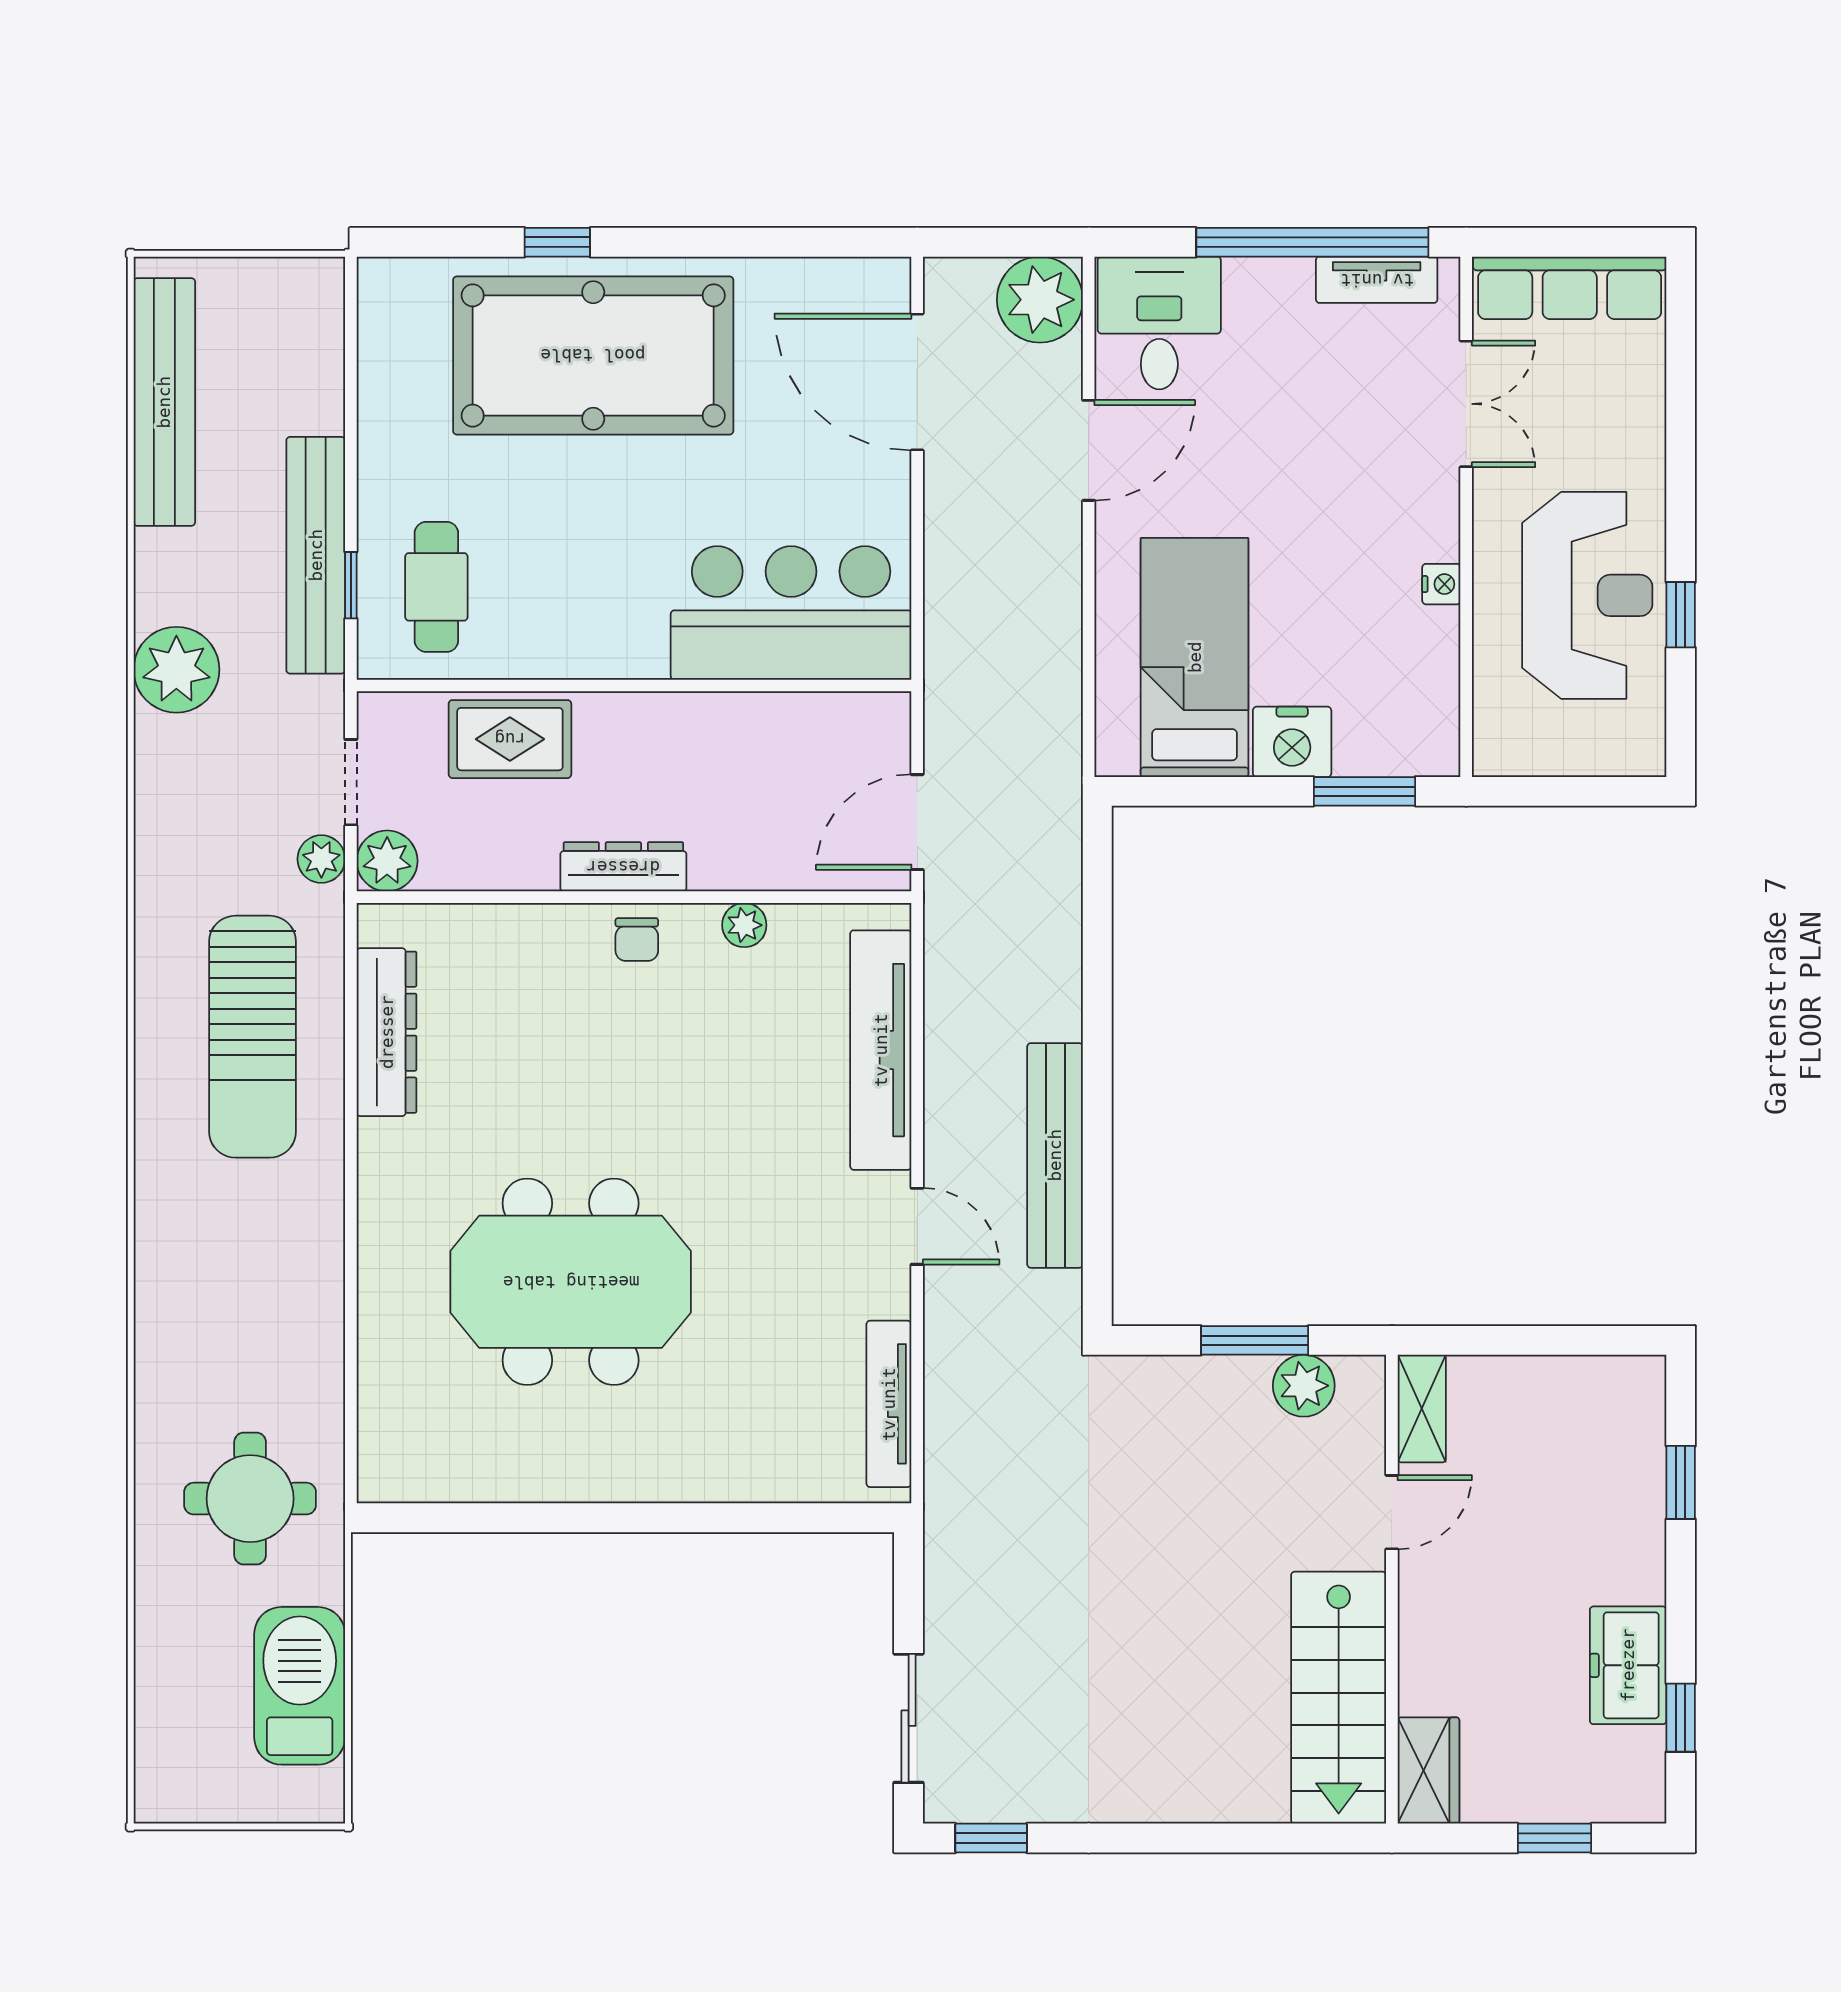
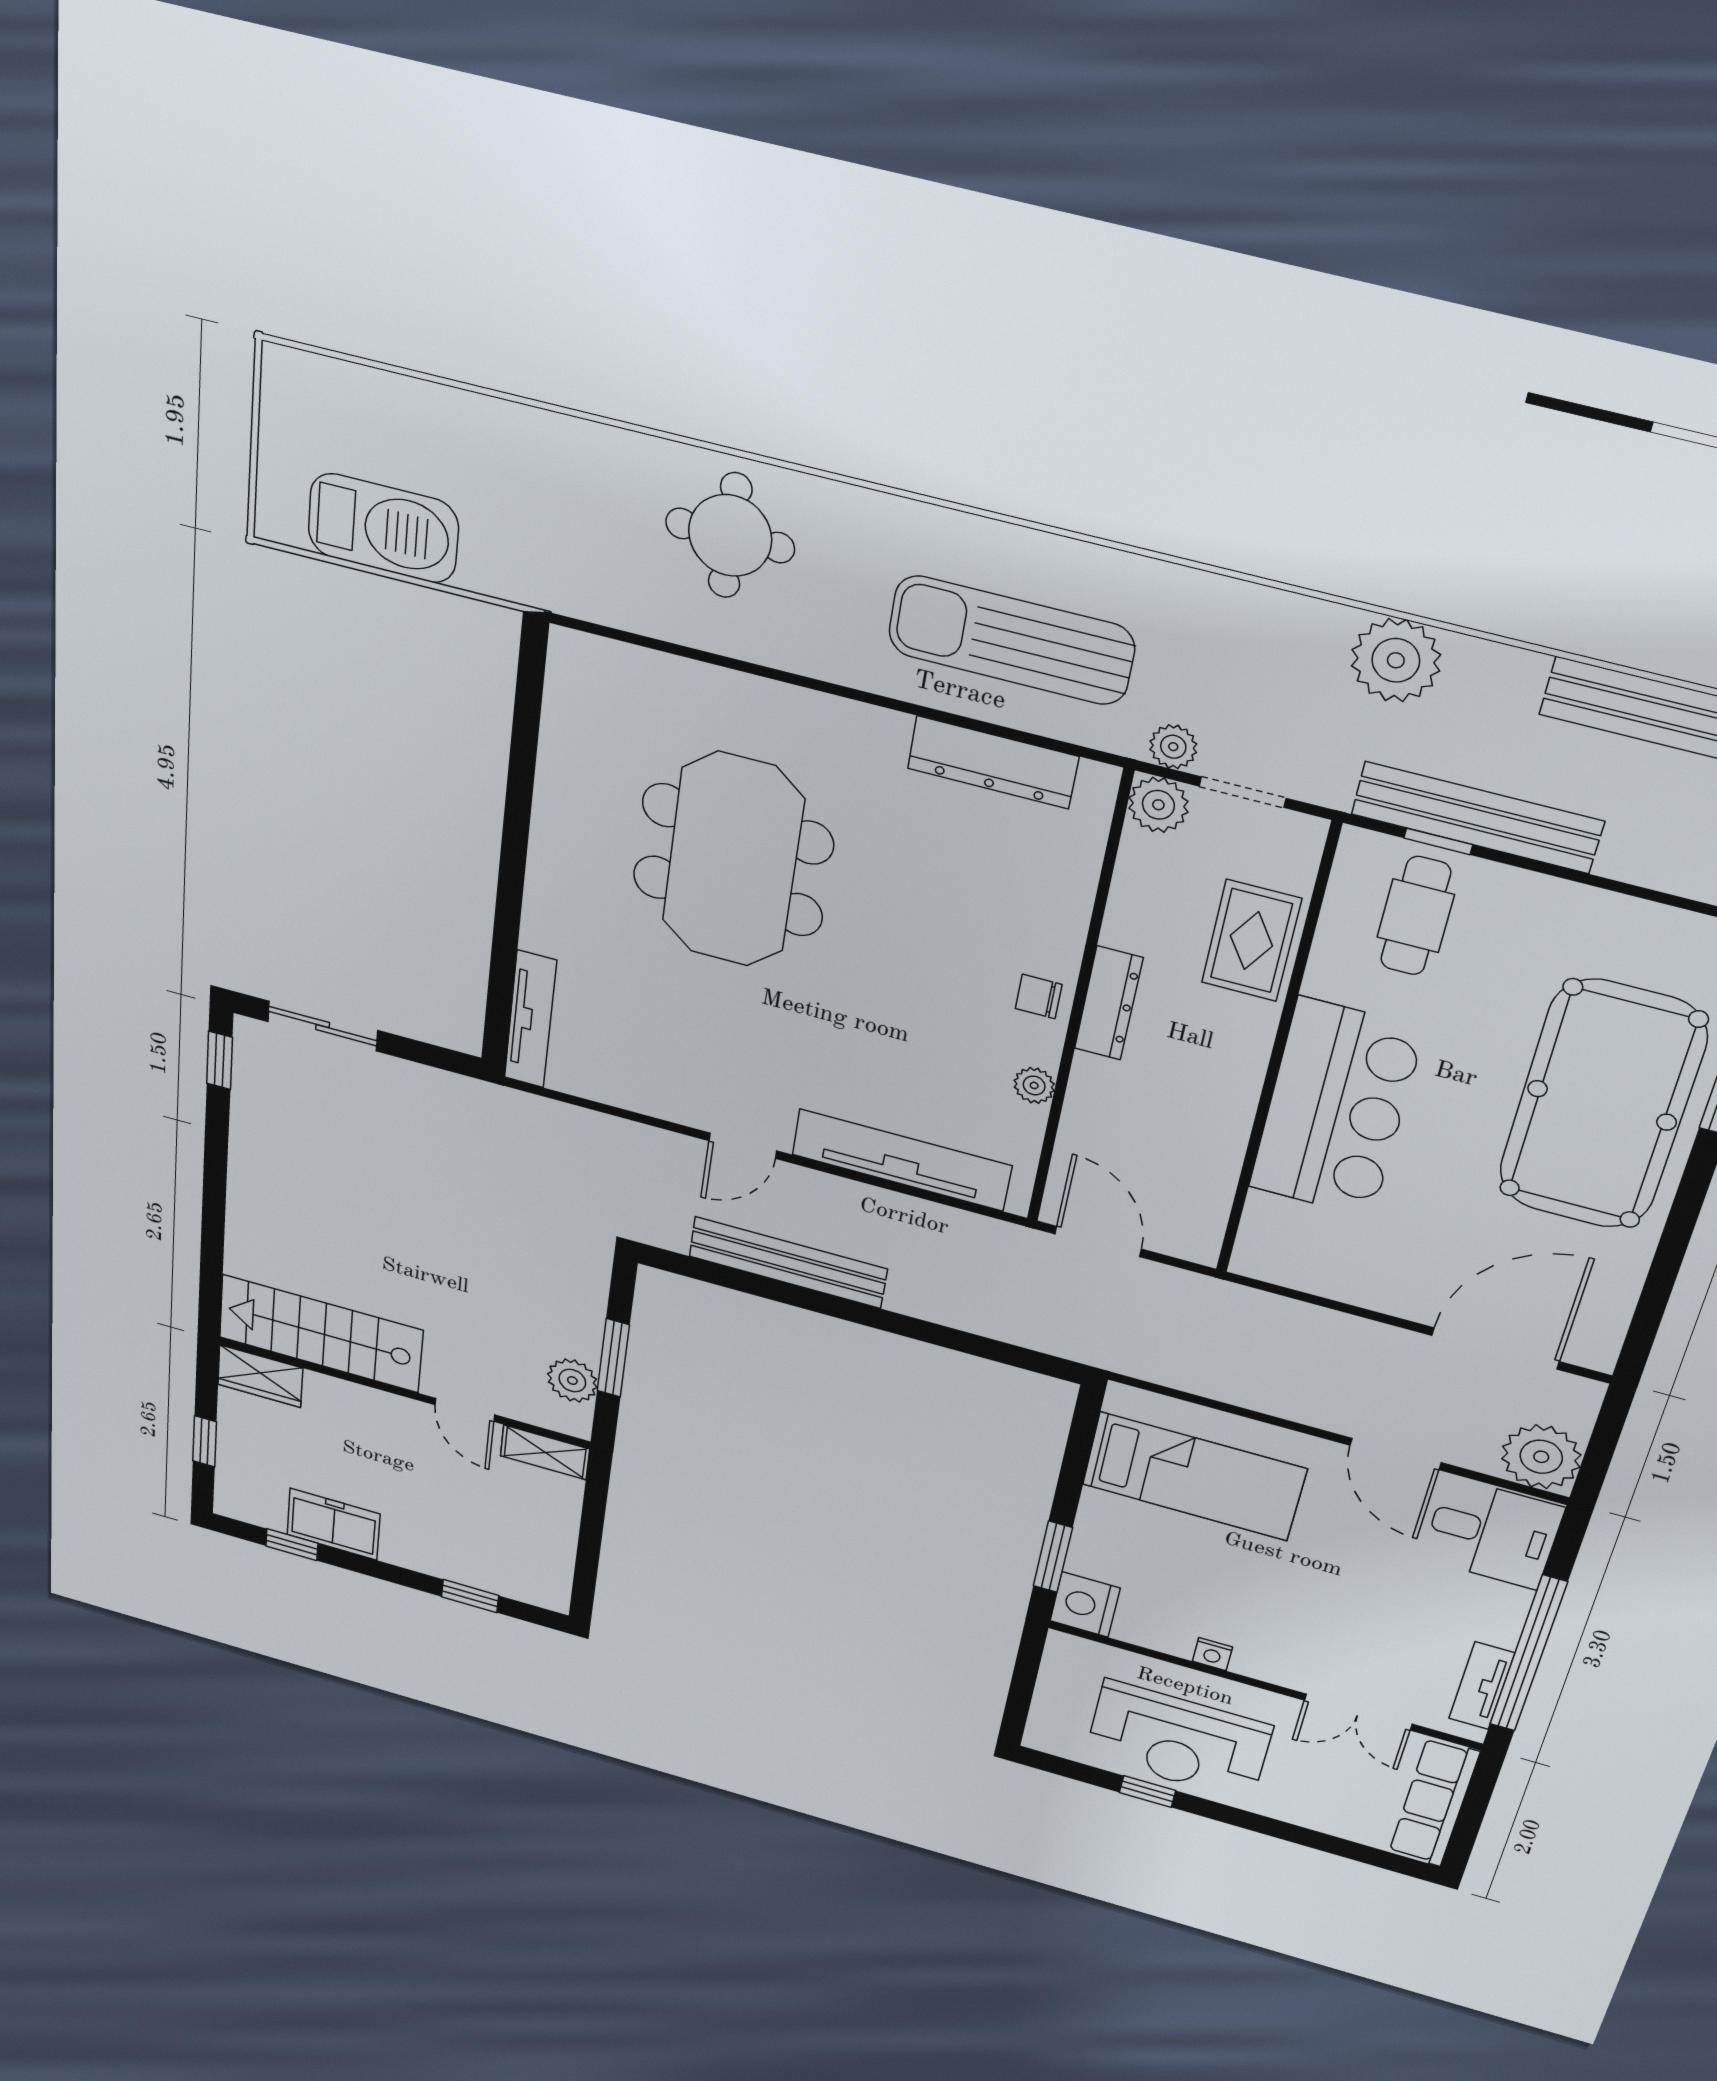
cafe table: (436, 587) -> (1416, 916), turned 90
bar counter: (791, 613) -> (1336, 1109), moved
nightstand: (1292, 742) -> (1085, 1605), moved
tv unit: (889, 1404) -> (530, 1019), moved, turned 90
round table: (250, 1499) -> (730, 536), moved

